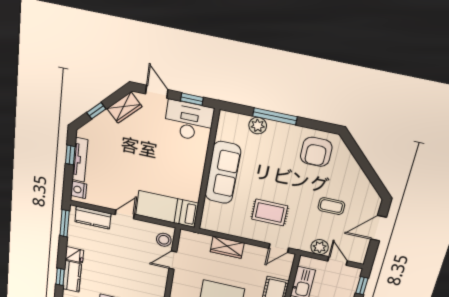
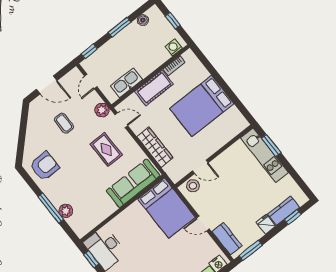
sofa: (223, 173) -> (133, 183), moved
bed: (167, 209) -> (167, 208), width x1.50
wardrobe: (227, 247) -> (155, 147), width x1.50
plant: (320, 247) -> (102, 110), moved

